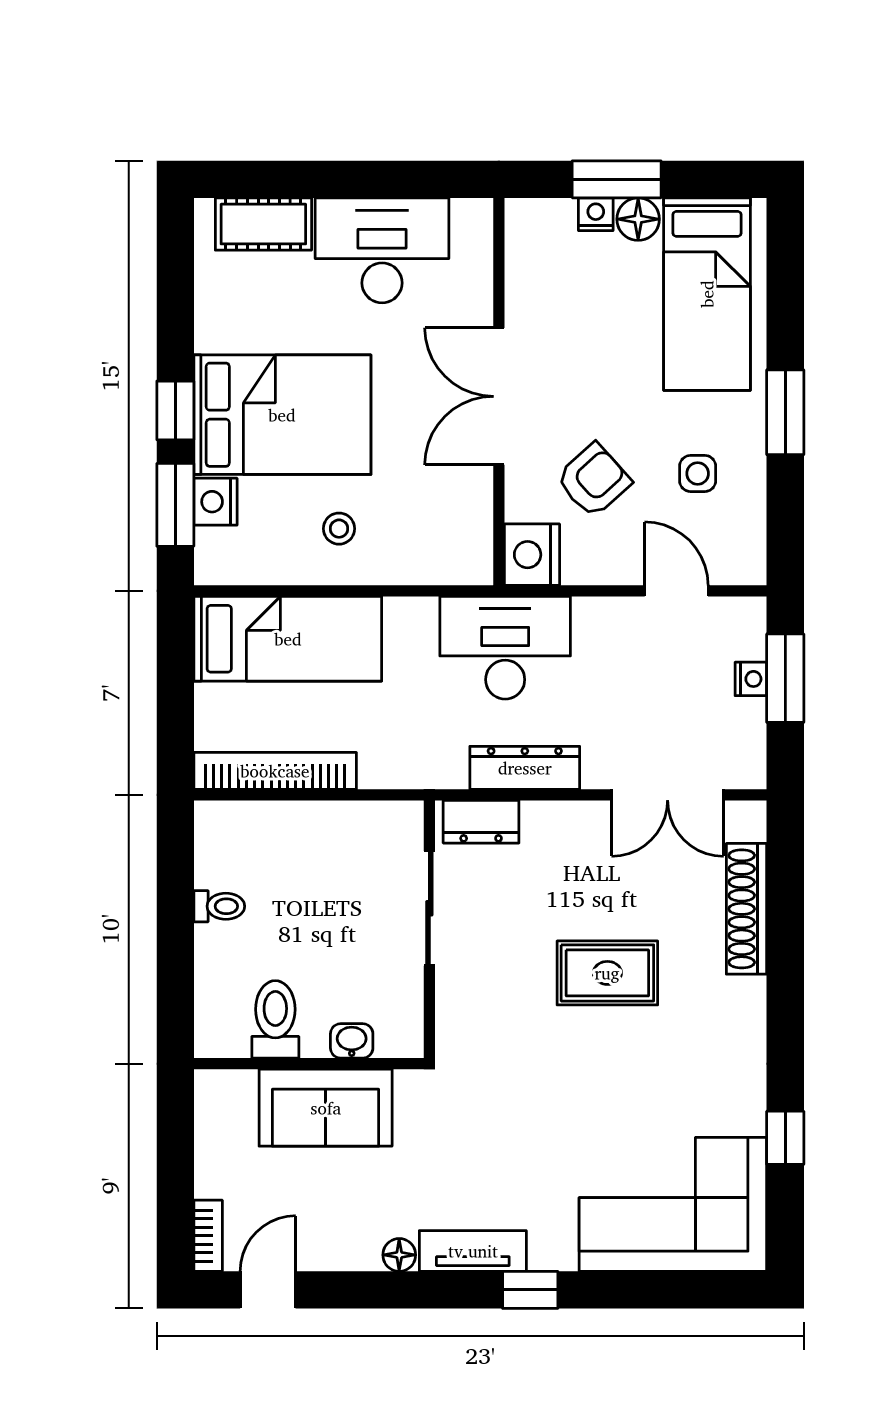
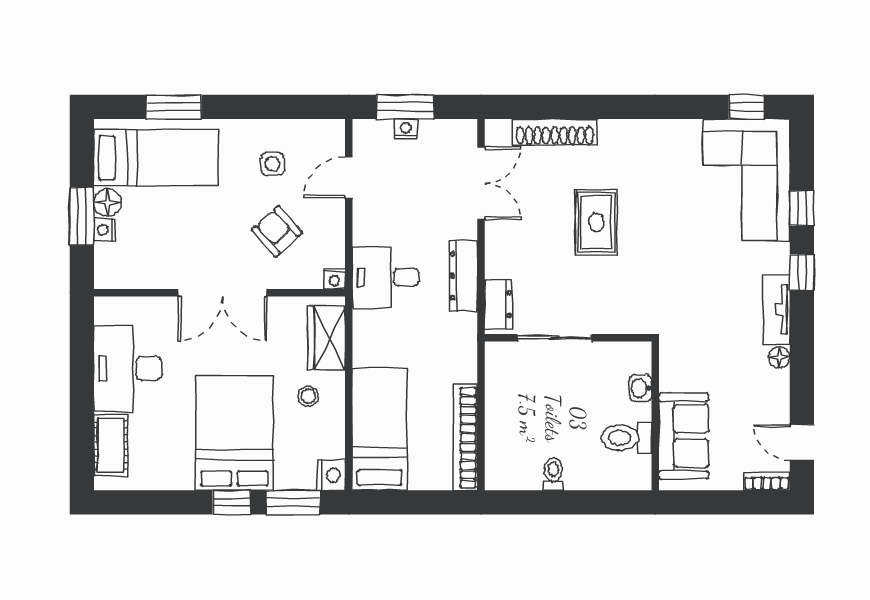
window: (785, 412) -> (174, 107), moved
nightstand: (215, 502) -> (331, 475), moved, turned -90
nightstand: (532, 555) -> (335, 279), width x0.53, depth x0.56
wardrobe: (429, 557) -> (327, 338), added
desk: (505, 648) -> (386, 277), width x0.73
sofa: (326, 1108) -> (684, 436), moved
window: (785, 1138) -> (746, 107), moved
window: (629, 1290) -> (802, 208), added

